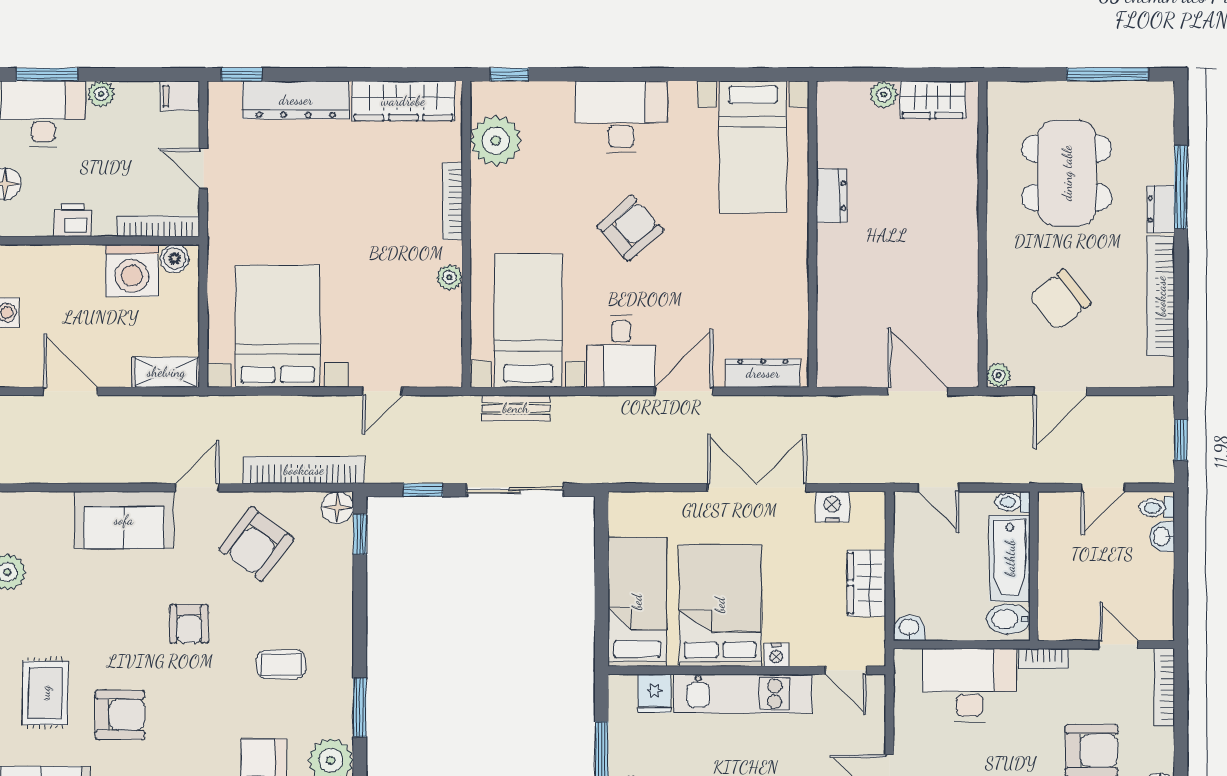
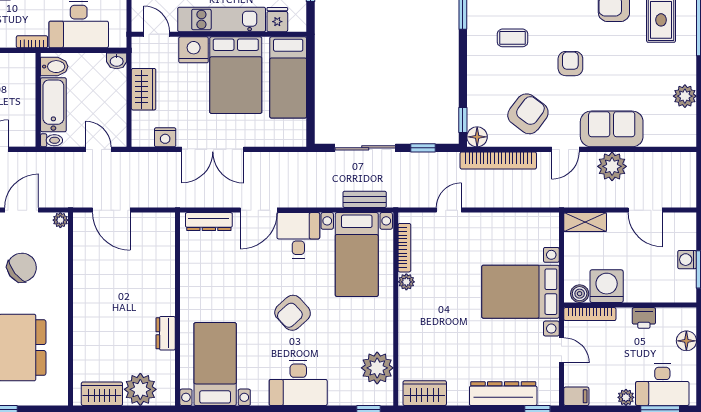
plant: (884, 95) -> (140, 389), width x1.87, depth x1.87
wardrobe: (403, 101) -> (425, 393), width x0.67
bookcase: (453, 201) -> (404, 248), moved
bed with nightstands: (278, 326) -> (520, 292), moved, turned 90
plant: (123, 461) -> (612, 166), added
nightstand: (776, 655) -> (194, 50), width x1.89, depth x1.79

